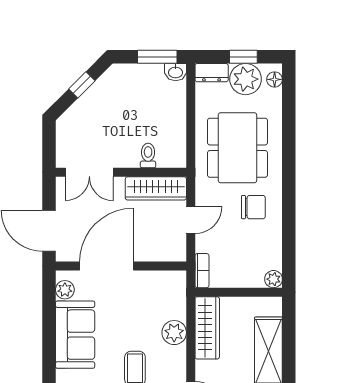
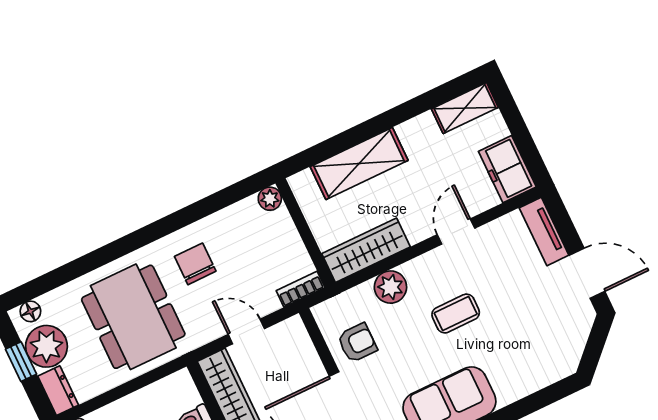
dining table: (237, 148) -> (133, 317), turned 90
armchair: (147, 292) -> (357, 343), added

